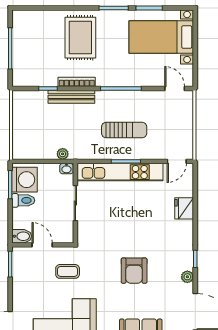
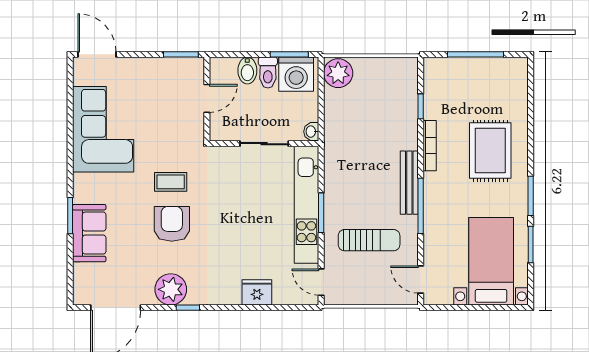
rug: (80, 38) -> (490, 151), turned 90
door: (175, 89) -> (421, 279), swing flipped
bench: (71, 97) -> (409, 183), moved
sun lounger: (124, 130) -> (369, 240), moved, turned -90
plant: (63, 154) -> (338, 73), moved, width x1.87, depth x1.87
bidet: (22, 236) -> (247, 70), moved
coffee table: (68, 271) -> (171, 182), moved, turned 90
armchair: (134, 271) -> (172, 224), turned 90
plant: (187, 277) -> (171, 289), width x1.88, depth x1.88

